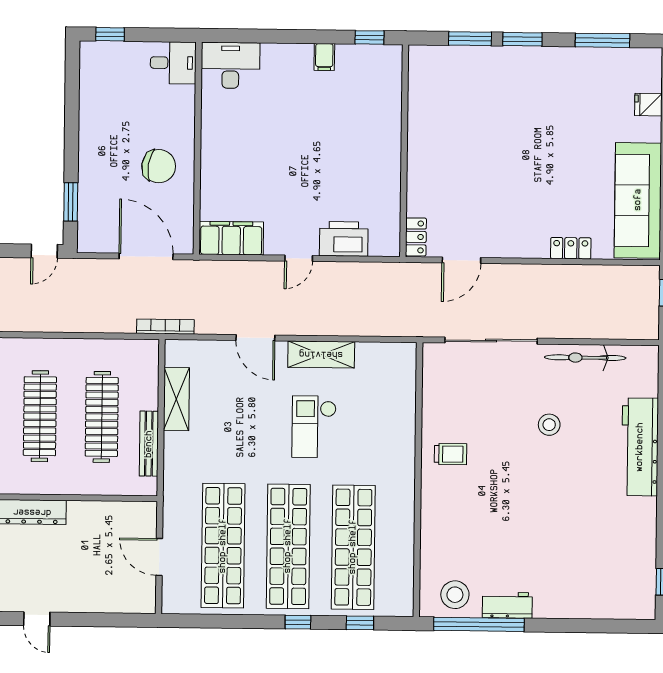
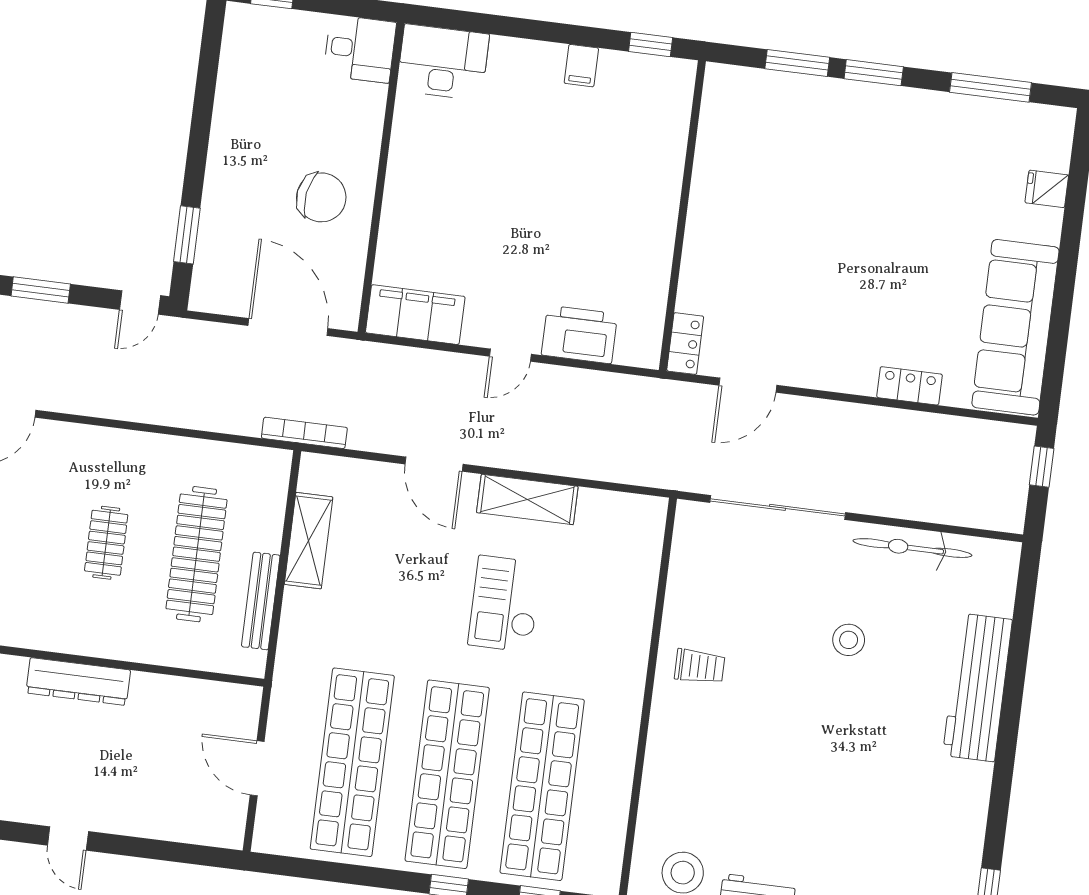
clothes rail: (40, 416) -> (106, 543), width x0.54, depth x0.76

